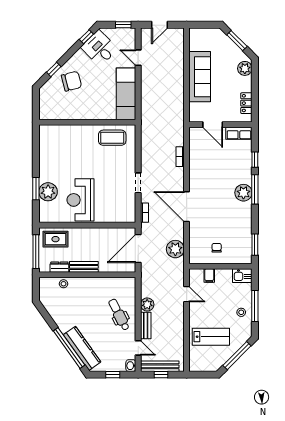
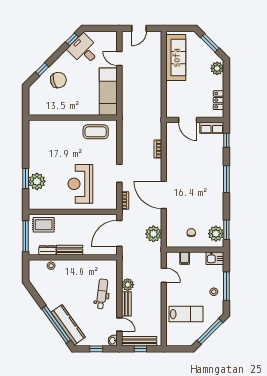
window: (123, 25) -> (106, 28), removed
sofa: (200, 77) -> (176, 58), moved
window: (255, 160) -> (226, 140), moved
plant: (243, 193) -> (216, 234), moved
reception desk: (81, 200) -> (80, 184), moved
dental chair: (119, 315) -> (102, 294), turned 34

